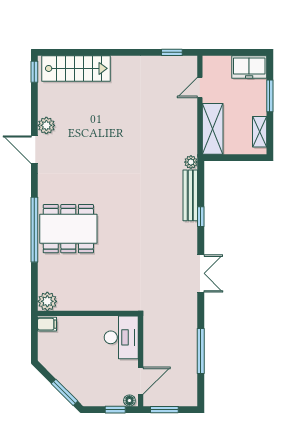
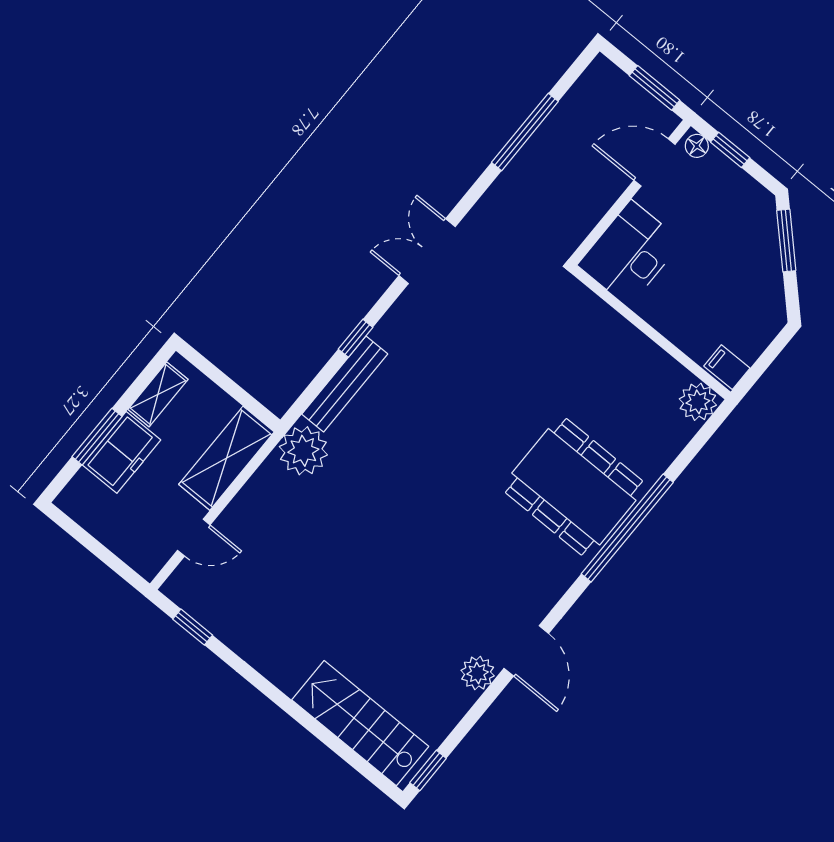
freezer: (249, 67) -> (122, 452), moved, turned 90
plant: (191, 162) -> (303, 451), width x1.87, depth x1.87

